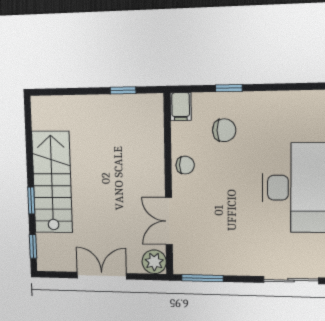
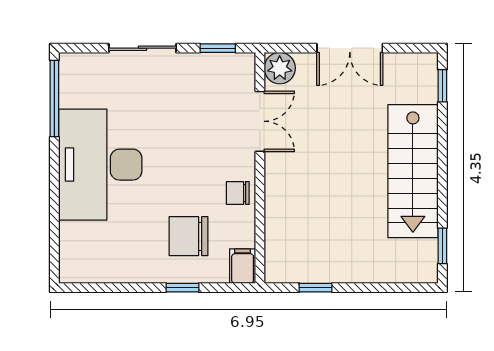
chair: (224, 130) -> (189, 236), width x1.37, depth x1.37
window: (31, 200) -> (442, 246), moved
window: (202, 278) -> (218, 48), width x0.67
sliding door: (291, 280) -> (143, 48), moved

